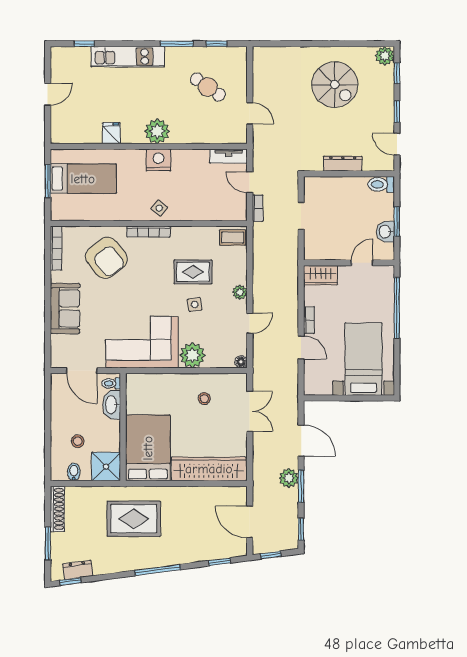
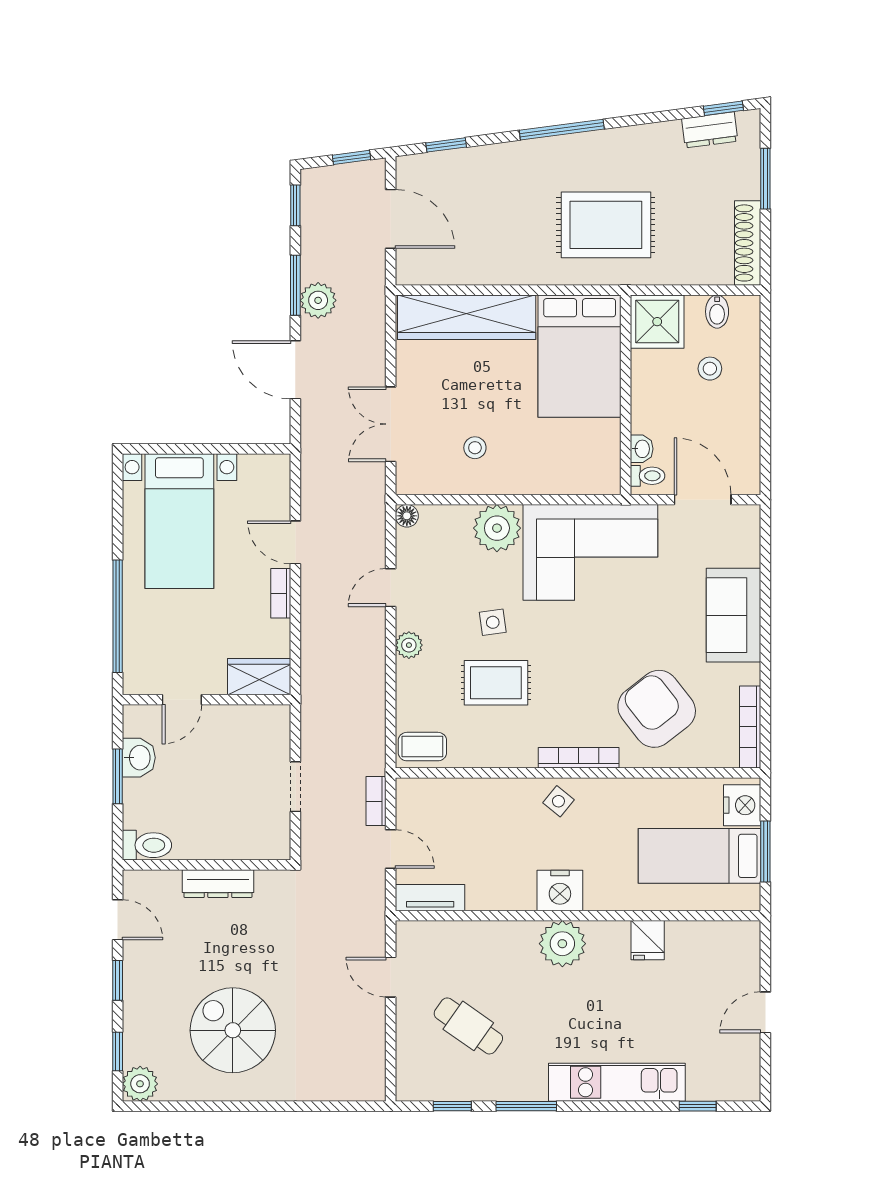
nightstand: (60, 206) -> (742, 805), added
washbasin: (112, 405) -> (642, 449), width x0.52, depth x0.69

